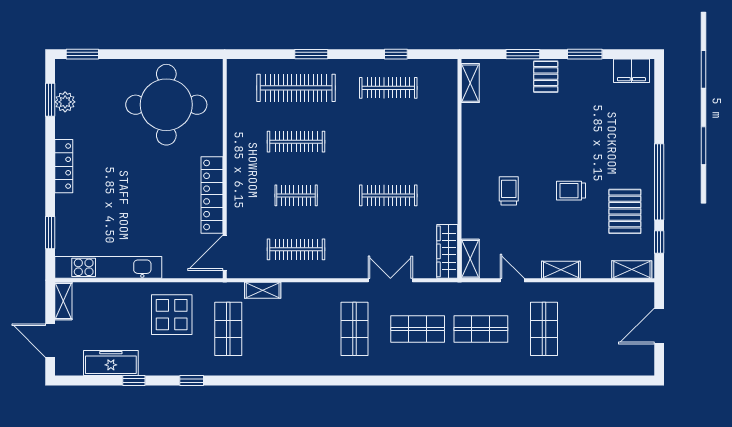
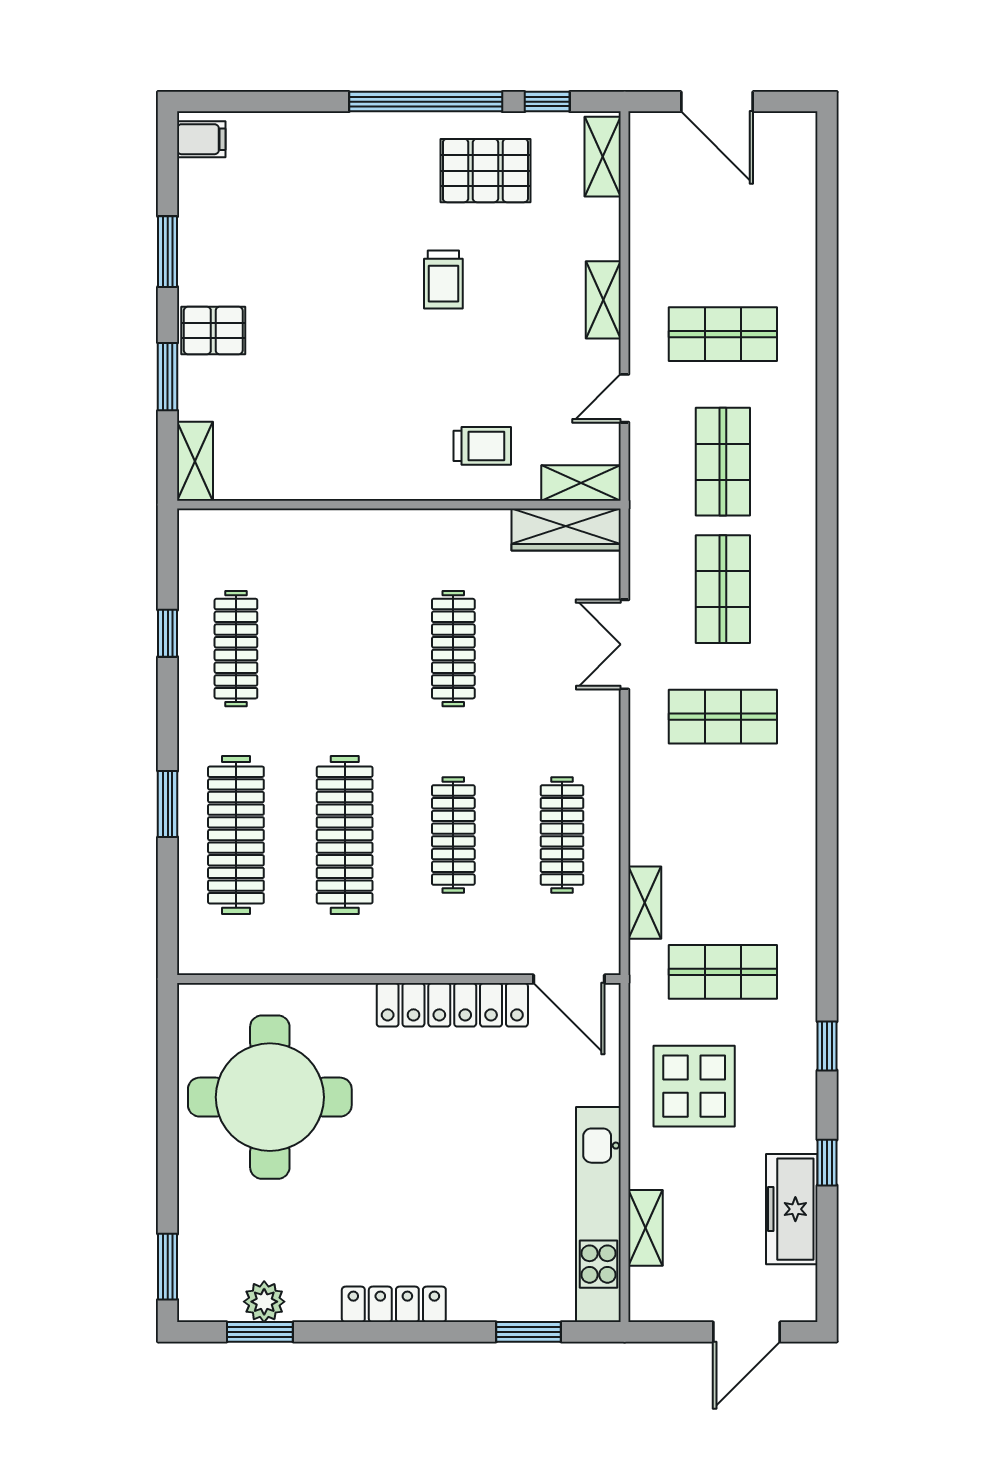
filing cabinet: (631, 71) -> (201, 139), width x0.50
shelving: (470, 83) -> (195, 461), moved, turned 90
clothes rail: (296, 142) -> (345, 835), width x1.37, depth x1.31
trolley: (509, 191) -> (482, 446), moved, turned 180
clothes rail: (296, 195) -> (453, 835), width x1.36
shelving: (63, 301) -> (646, 1228), moved, turned 90

